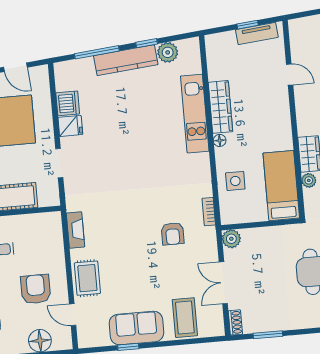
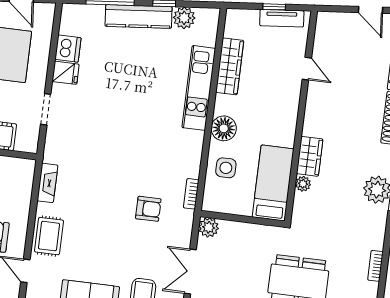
wardrobe: (220, 107) -> (230, 66), moved
floor lamp: (220, 140) -> (224, 128), width x1.89, depth x1.89
armchair: (173, 234) -> (148, 209), turned -90

